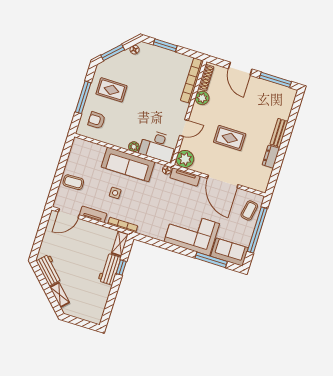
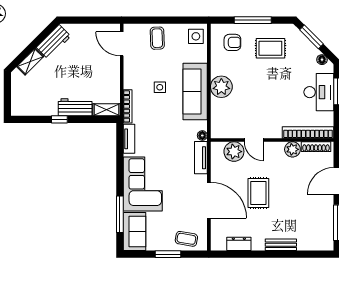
rug: (111, 90) -> (270, 48), turned 90
armchair: (97, 120) -> (232, 42), turned 90
desk: (158, 146) -> (319, 92), moved, turned 180
plant: (134, 147) -> (221, 87), width x1.88, depth x1.88
side table: (82, 149) -> (196, 36), added
dresser: (271, 157) -> (239, 244), moved
plant: (185, 159) -> (234, 152), moved
door: (223, 181) -> (209, 200), swing flipped
tv unit: (93, 214) -> (129, 139), moved
window: (257, 230) -> (168, 254), width x0.47
window: (121, 268) -> (59, 119), moved

